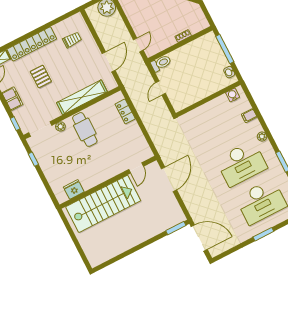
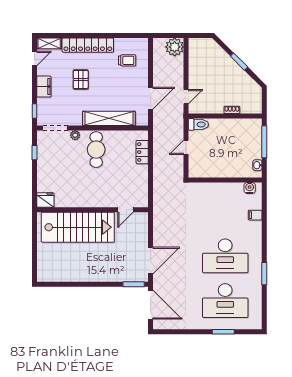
plant: (262, 137) -> (257, 241), removed
door: (169, 179) -> (151, 261), moved
fridge: (74, 189) -> (45, 200), moved
window: (263, 234) -> (223, 332), moved

